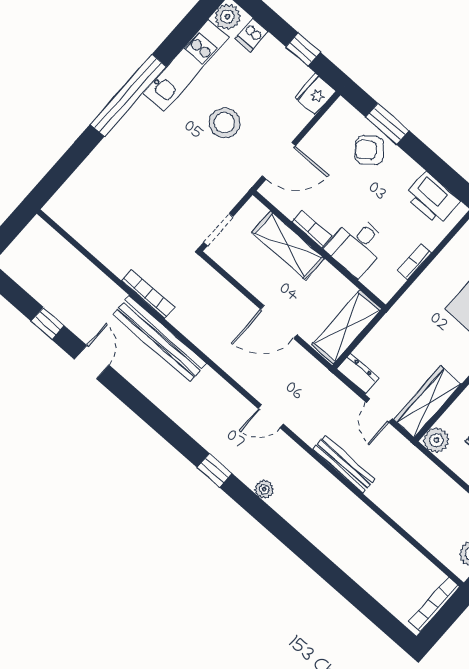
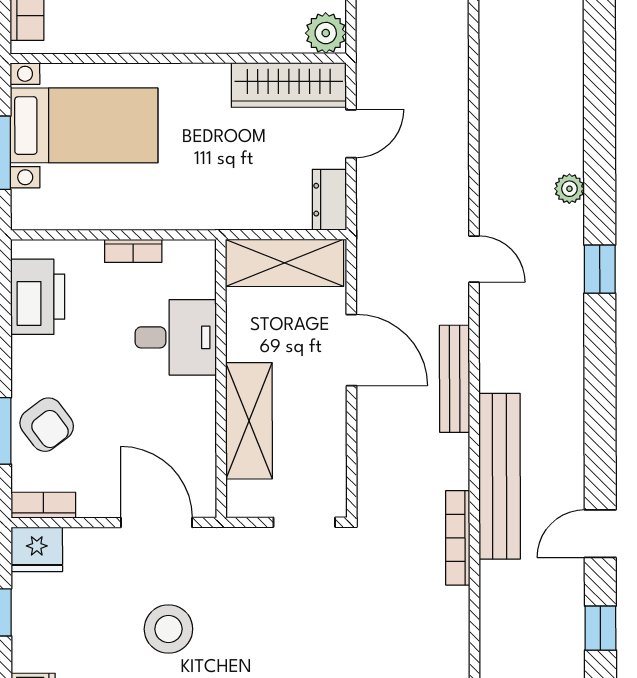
bookcase: (312, 229) -> (43, 505), moved, turned 90
bench: (344, 464) -> (455, 379), moved

